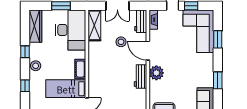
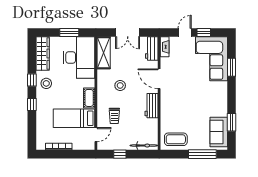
stool: (121, 42) -> (120, 85), moved
stool: (36, 66) -> (46, 83), moved
plant: (156, 73) -> (168, 102), removed
window: (218, 80) -> (231, 122), moved
window: (25, 86) -> (32, 104), moved
trolley: (105, 86) -> (114, 116), added

